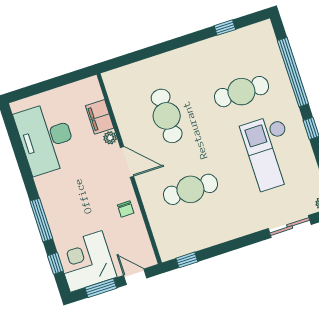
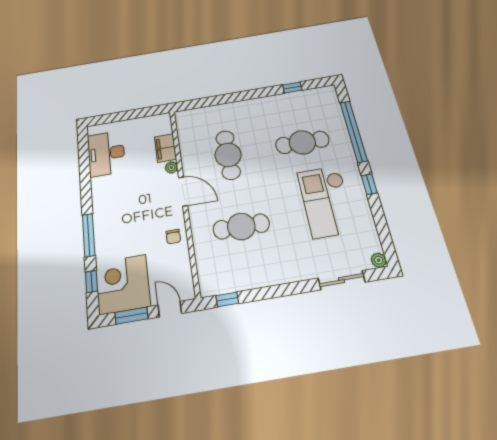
desk: (46, 138) -> (106, 153), width x0.73, depth x0.77

